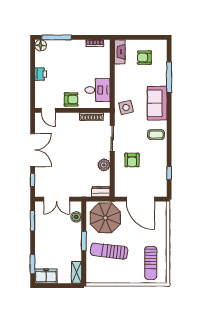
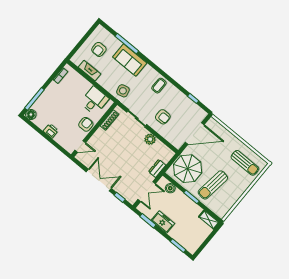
fireplace: (120, 52) -> (90, 71), moved
sofa: (157, 103) -> (130, 60), moved
dresser: (101, 192) -> (157, 168), moved
freezer: (46, 276) -> (163, 222), moved, turned 90

